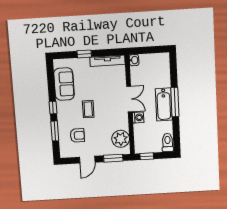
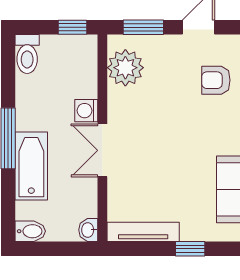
bidet: (162, 58) -> (30, 231), added
bathtub: (164, 104) -> (31, 166), moved
coffee table: (88, 109) -> (189, 134), removed

